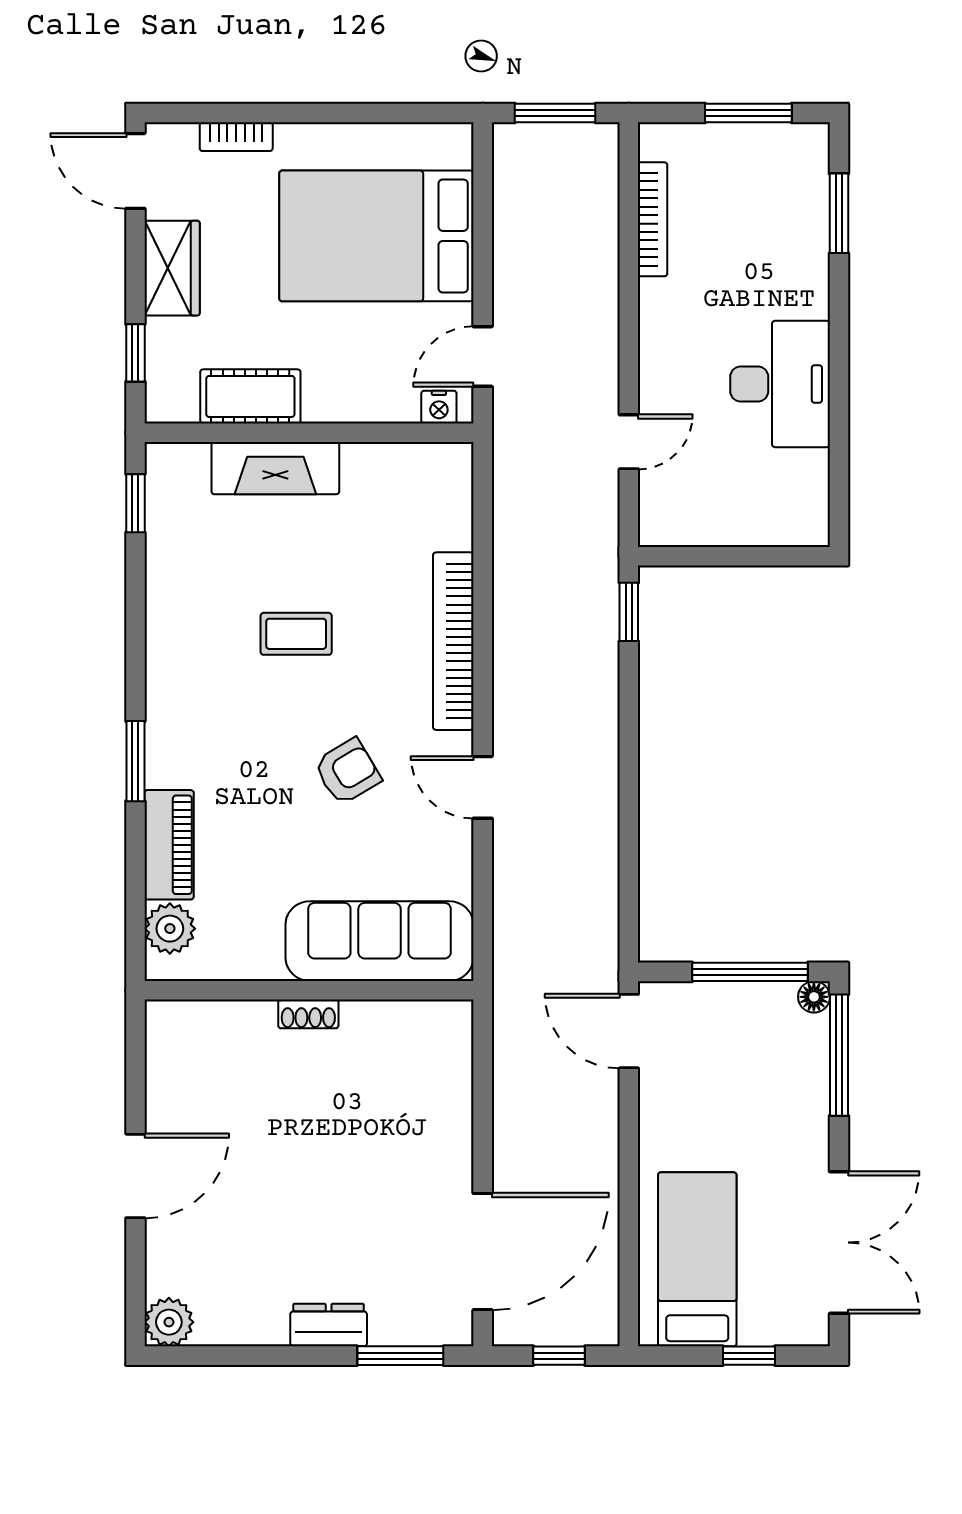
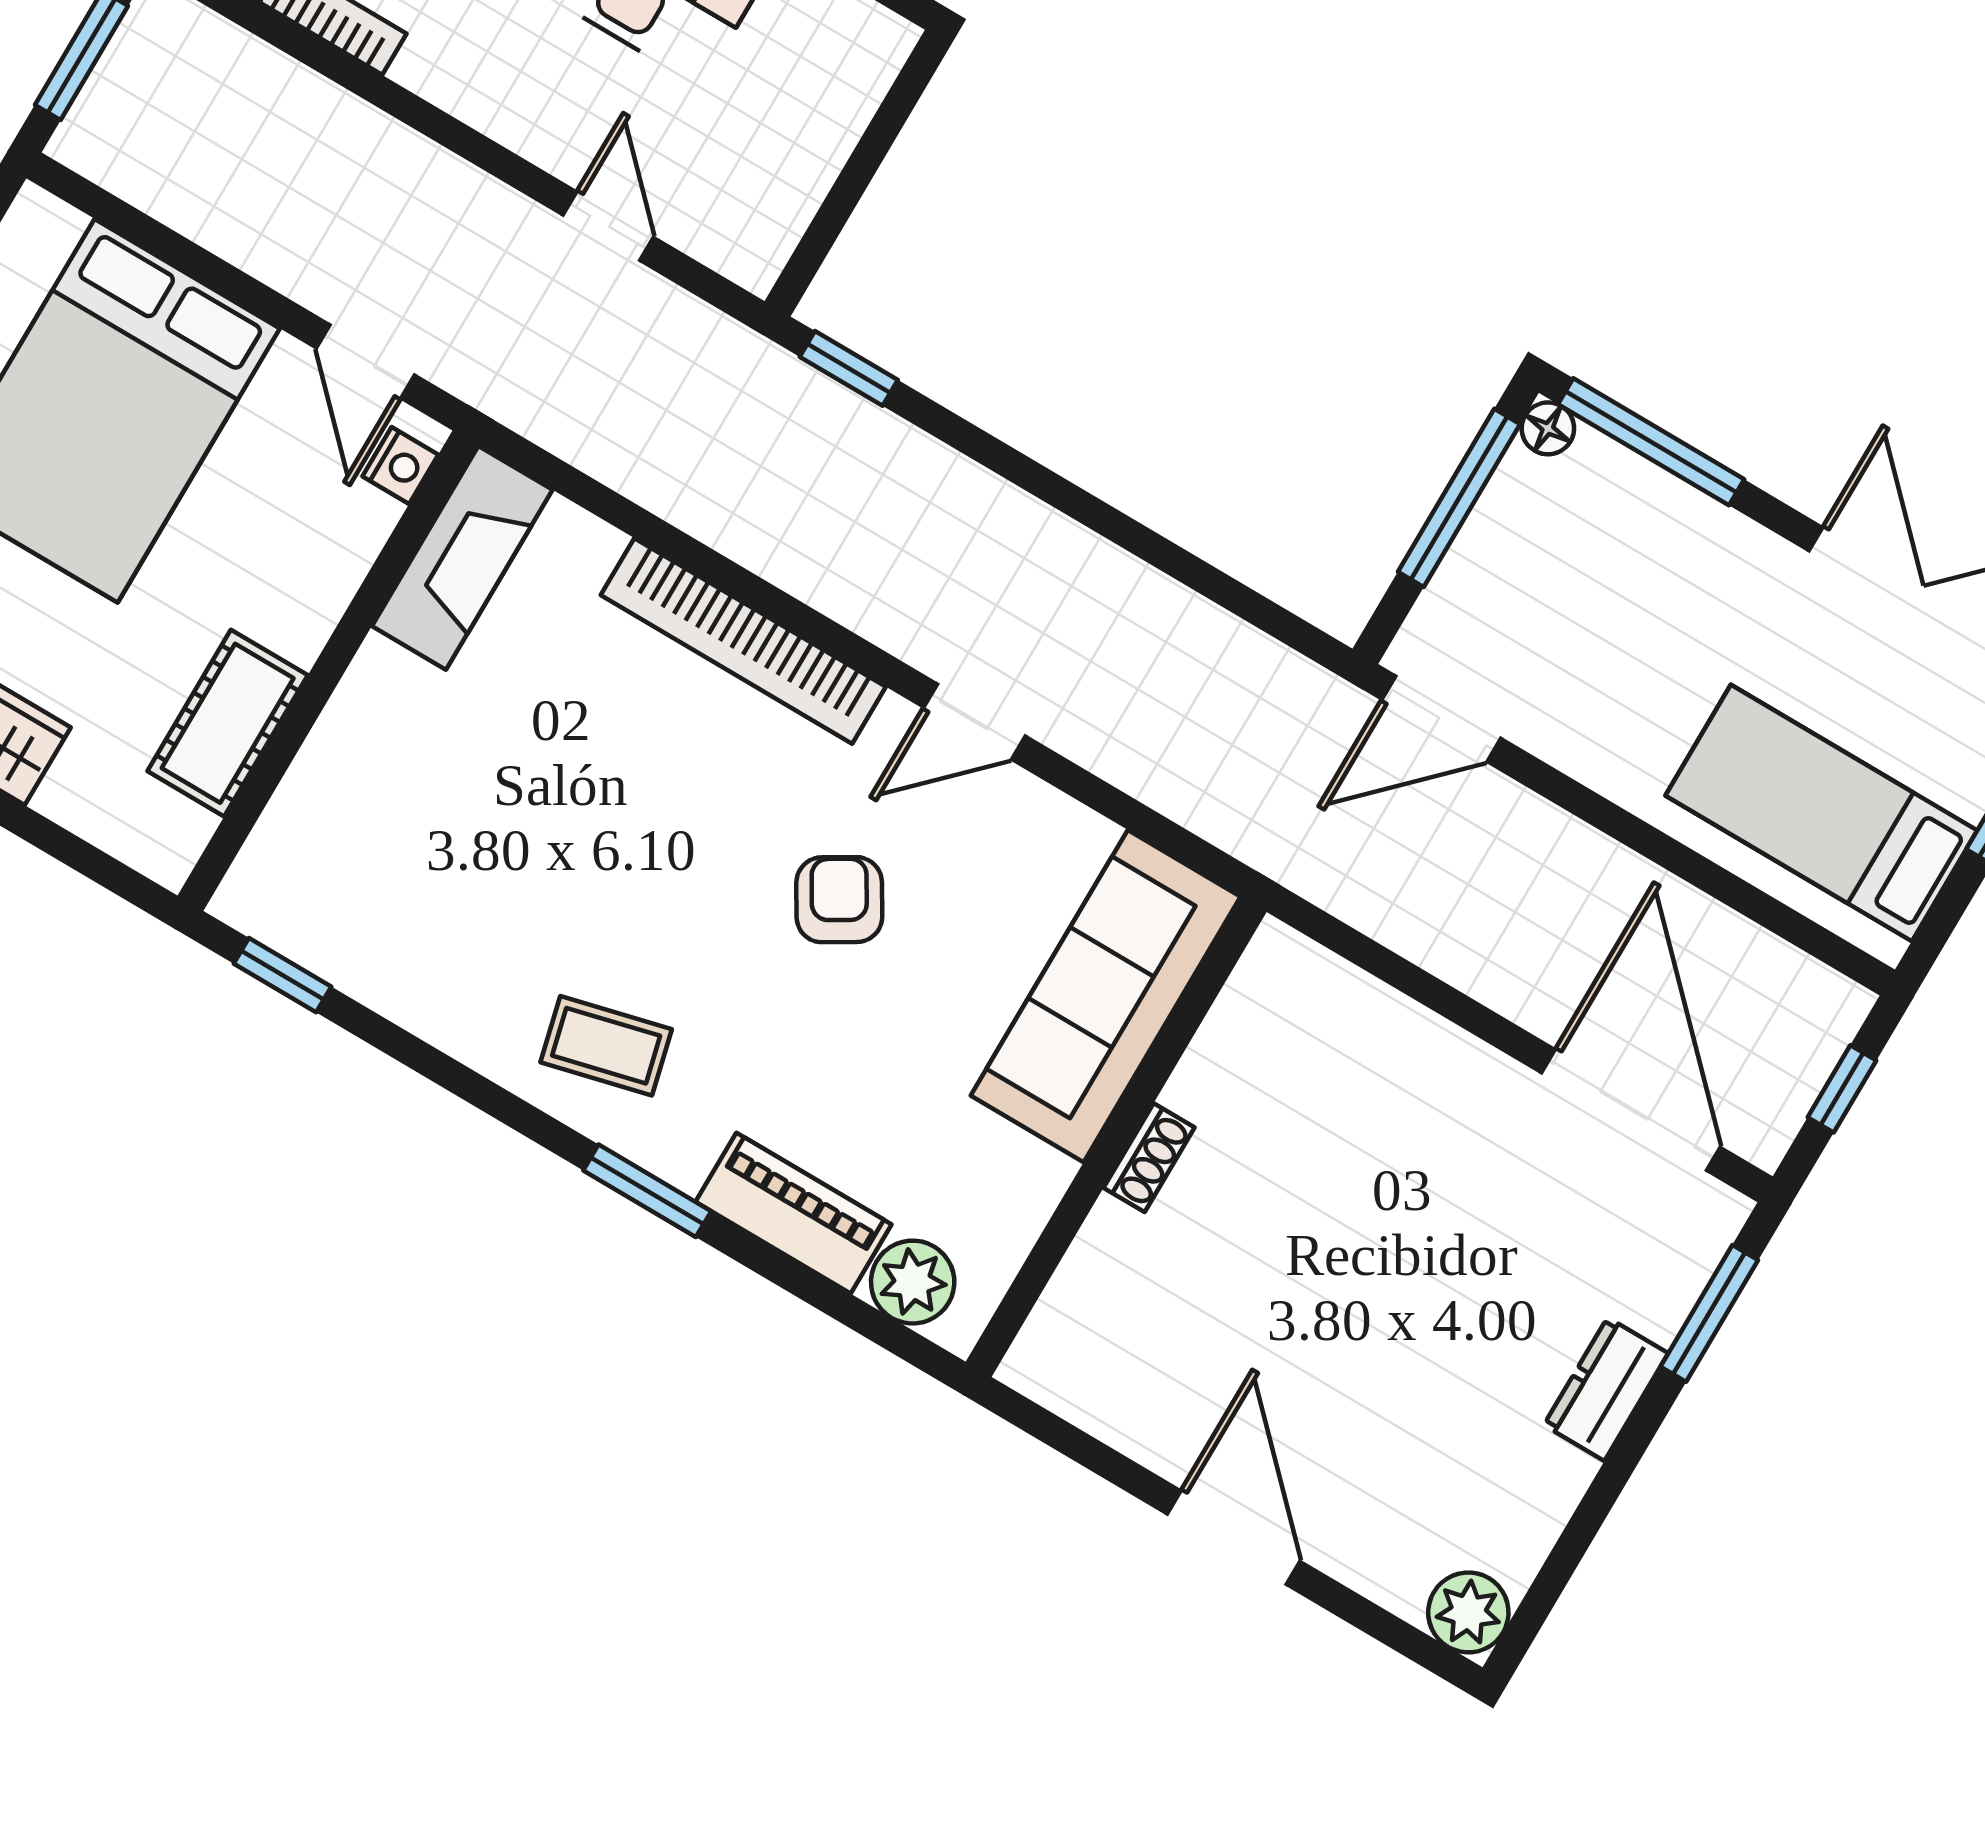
window: (135, 353) -> (70, 849), removed
fireplace: (275, 468) -> (462, 558), moved
coffee table: (296, 634) -> (606, 1046), moved, turned 76

